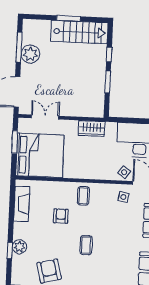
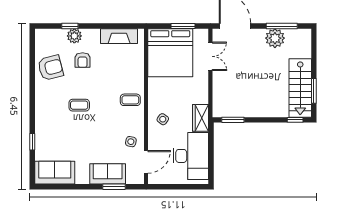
window: (69, 18) -> (314, 91), moved
window: (109, 55) -> (295, 120), moved
window: (108, 82) -> (233, 120), moved
wardrobe: (92, 129) -> (201, 118), moved
side table: (124, 172) -> (163, 119), moved
armchair: (61, 216) -> (83, 60), moved, turned 90

